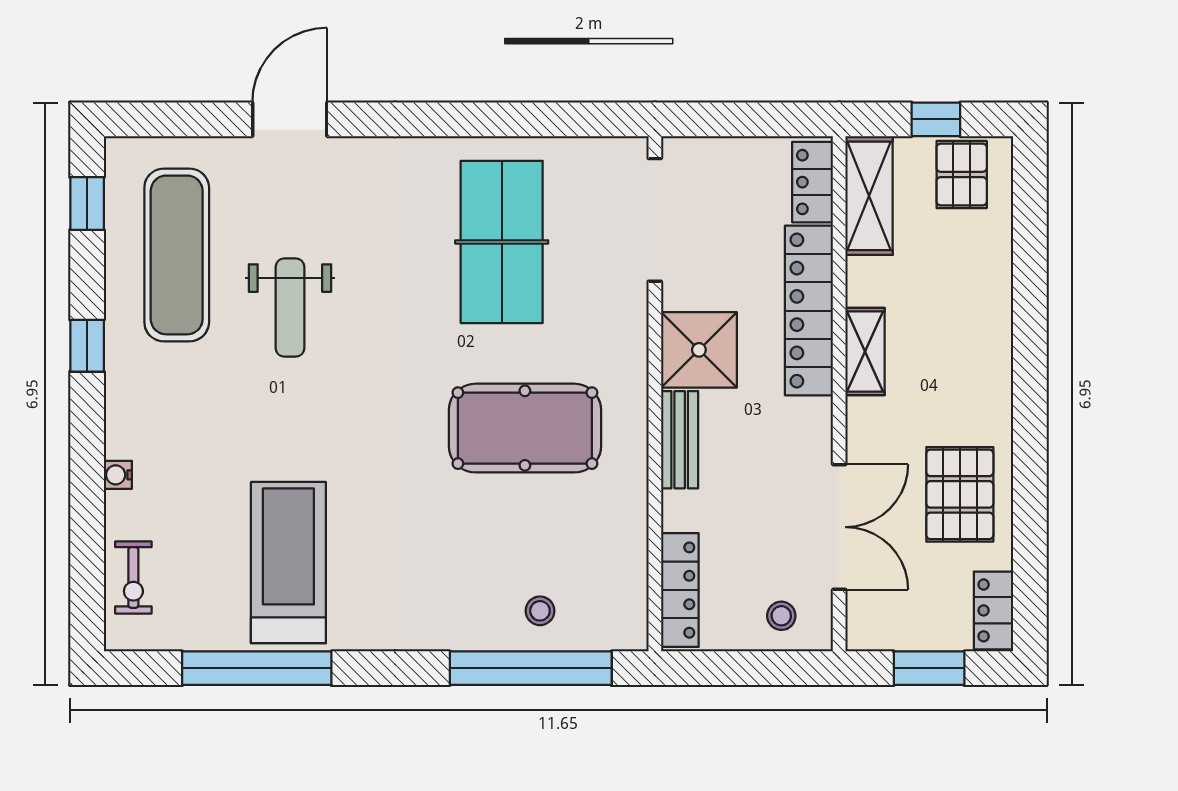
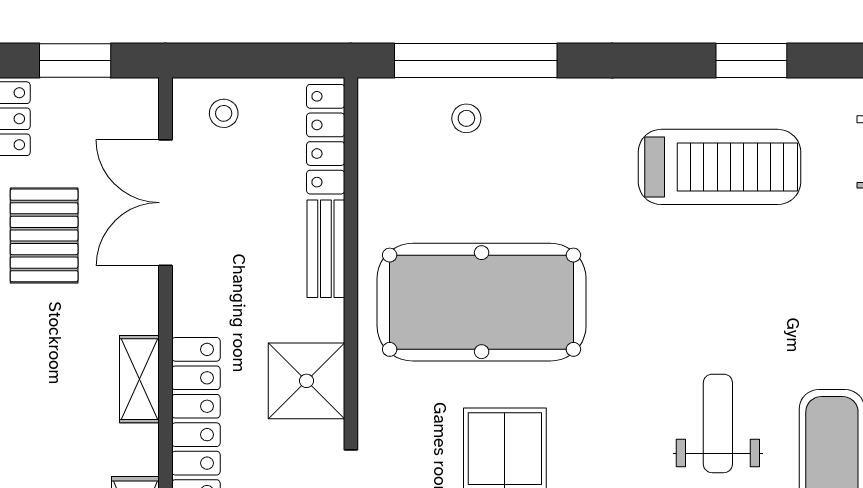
pool table: (525, 428) -> (482, 302), width x1.36, depth x1.32
bench: (680, 440) -> (326, 249), moved
treadmill: (288, 563) -> (719, 167), turned -90
window: (257, 668) -> (751, 61), width x0.47

